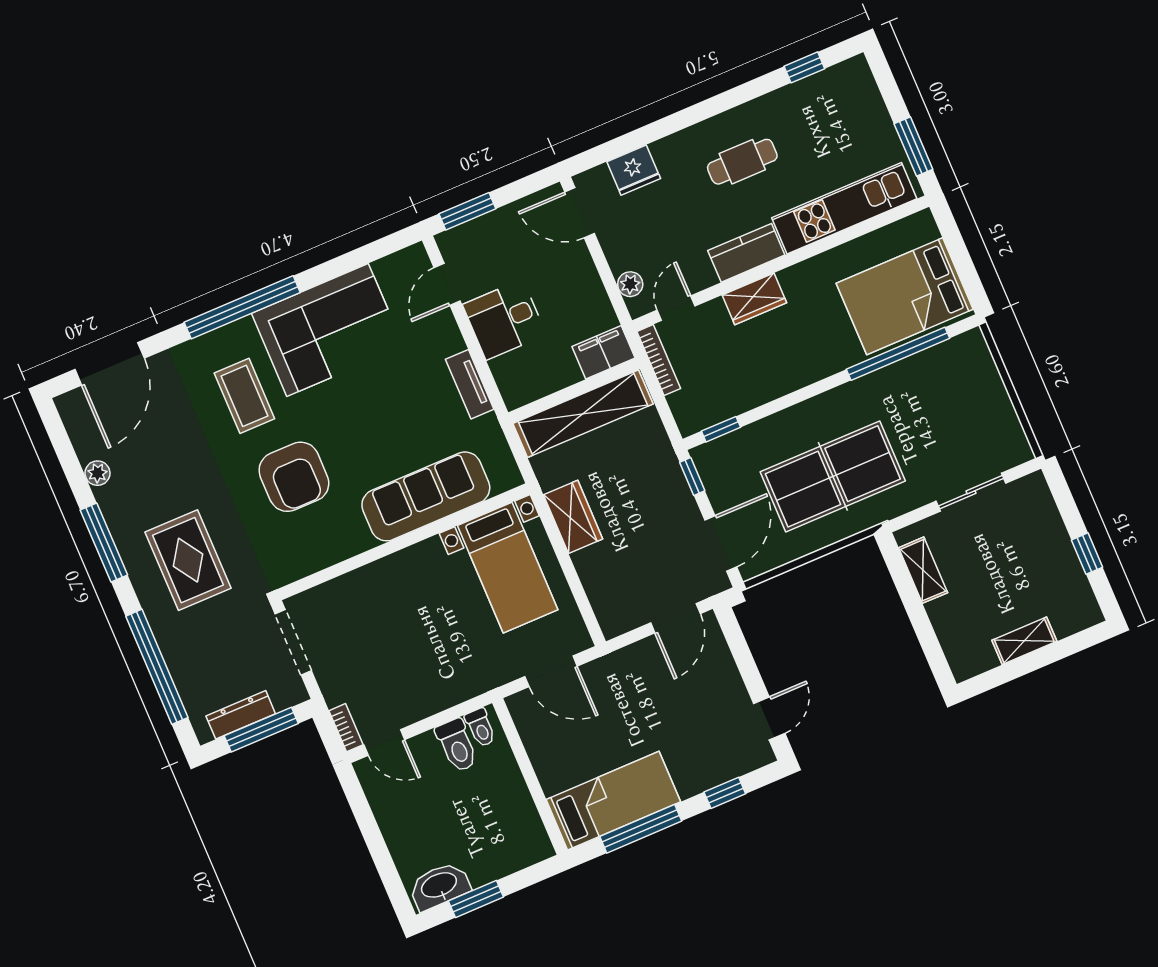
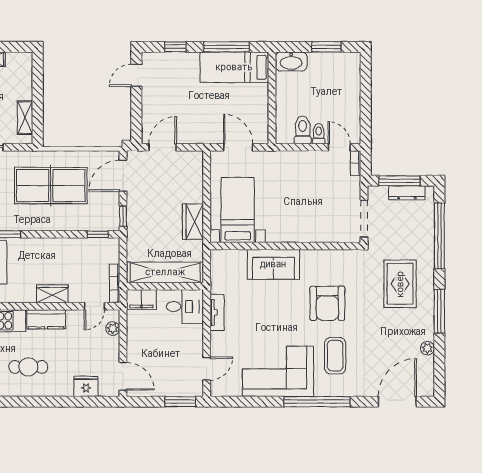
desk: (504, 320) -> (185, 307), moved
armchair: (294, 477) -> (327, 303), turned 180
sofa: (426, 496) -> (273, 264), width x0.73
toilet: (481, 728) -> (319, 134), moved
washbasin: (439, 886) -> (291, 62), moved

